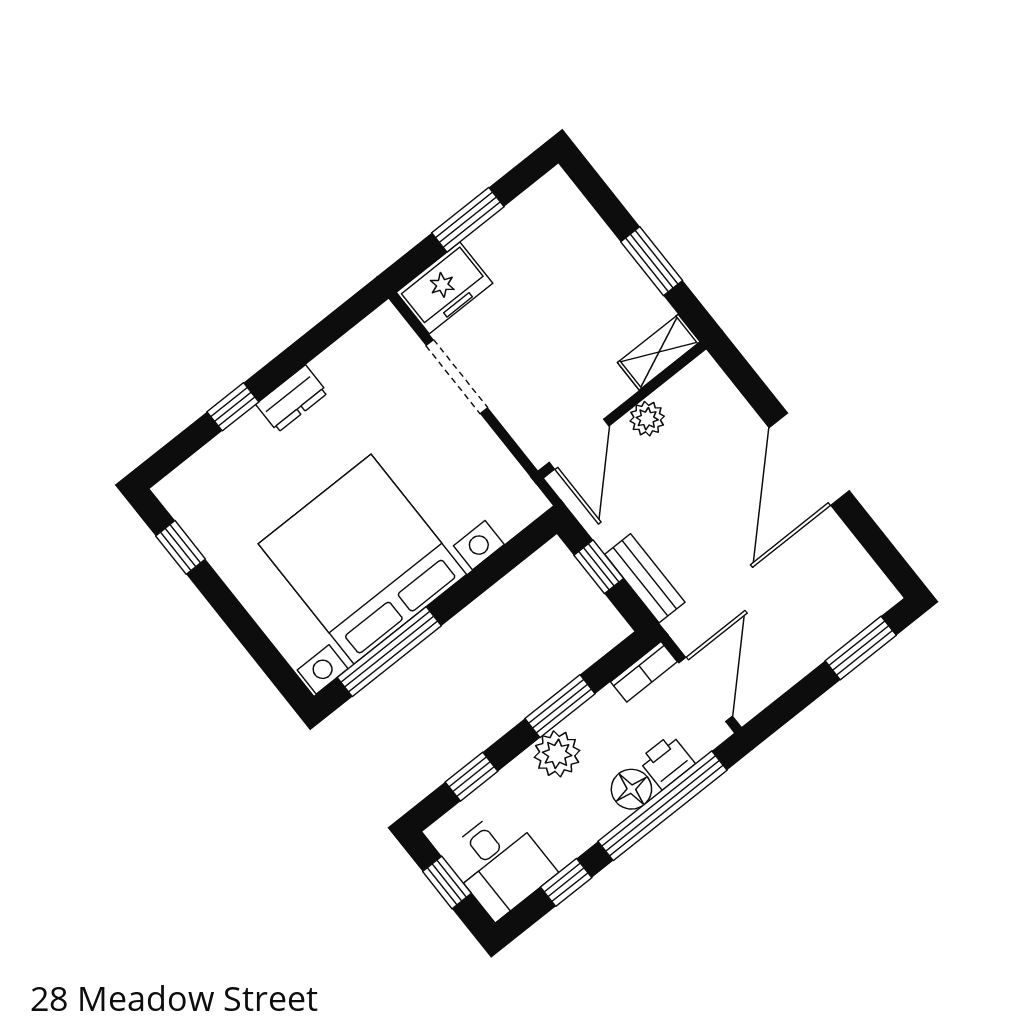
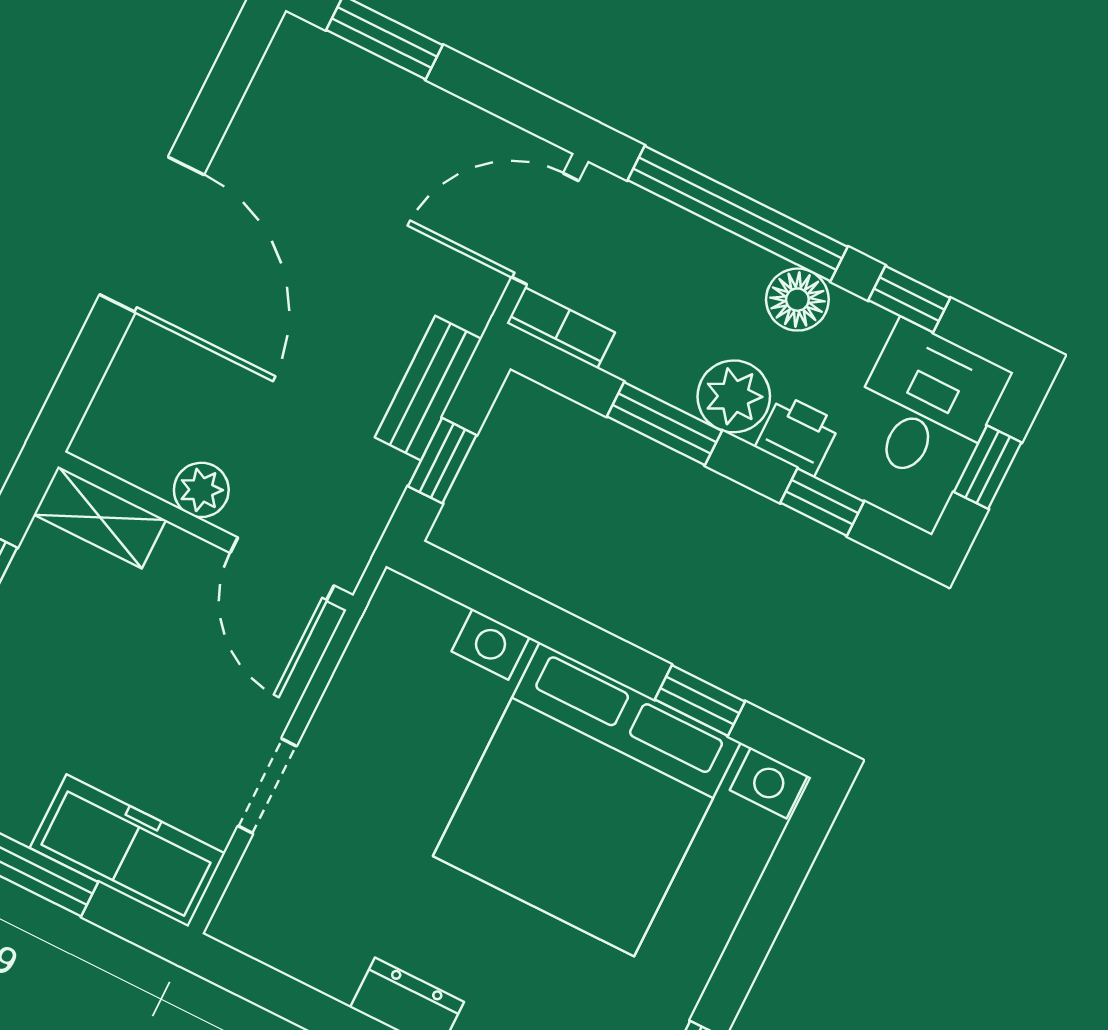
freezer: (445, 288) -> (127, 851), width x1.40
doorway: (457, 377) -> (267, 786), width x0.73
door: (579, 444) -> (282, 569), swing flipped
door: (809, 459) -> (152, 235), hinge flipped
window: (389, 652) -> (700, 701), width x0.46
printer: (667, 762) -> (798, 435), moved, turned 180
floor lamp: (631, 789) -> (797, 300), moved

